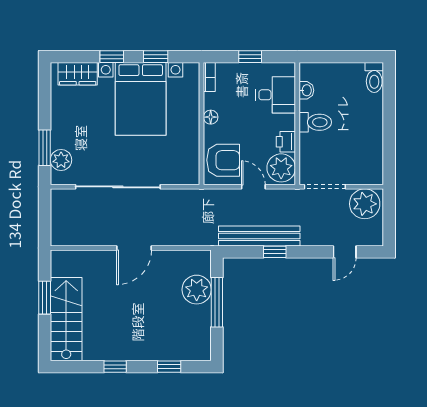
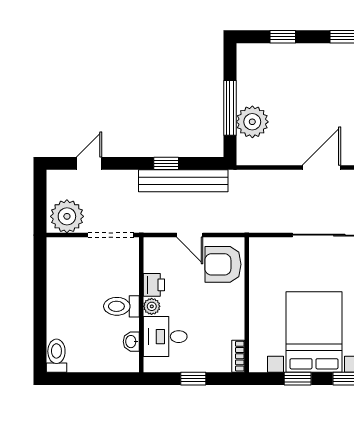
floor lamp: (211, 117) -> (237, 312), removed
plant: (281, 168) -> (152, 306), moved, width x0.53, depth x0.53

